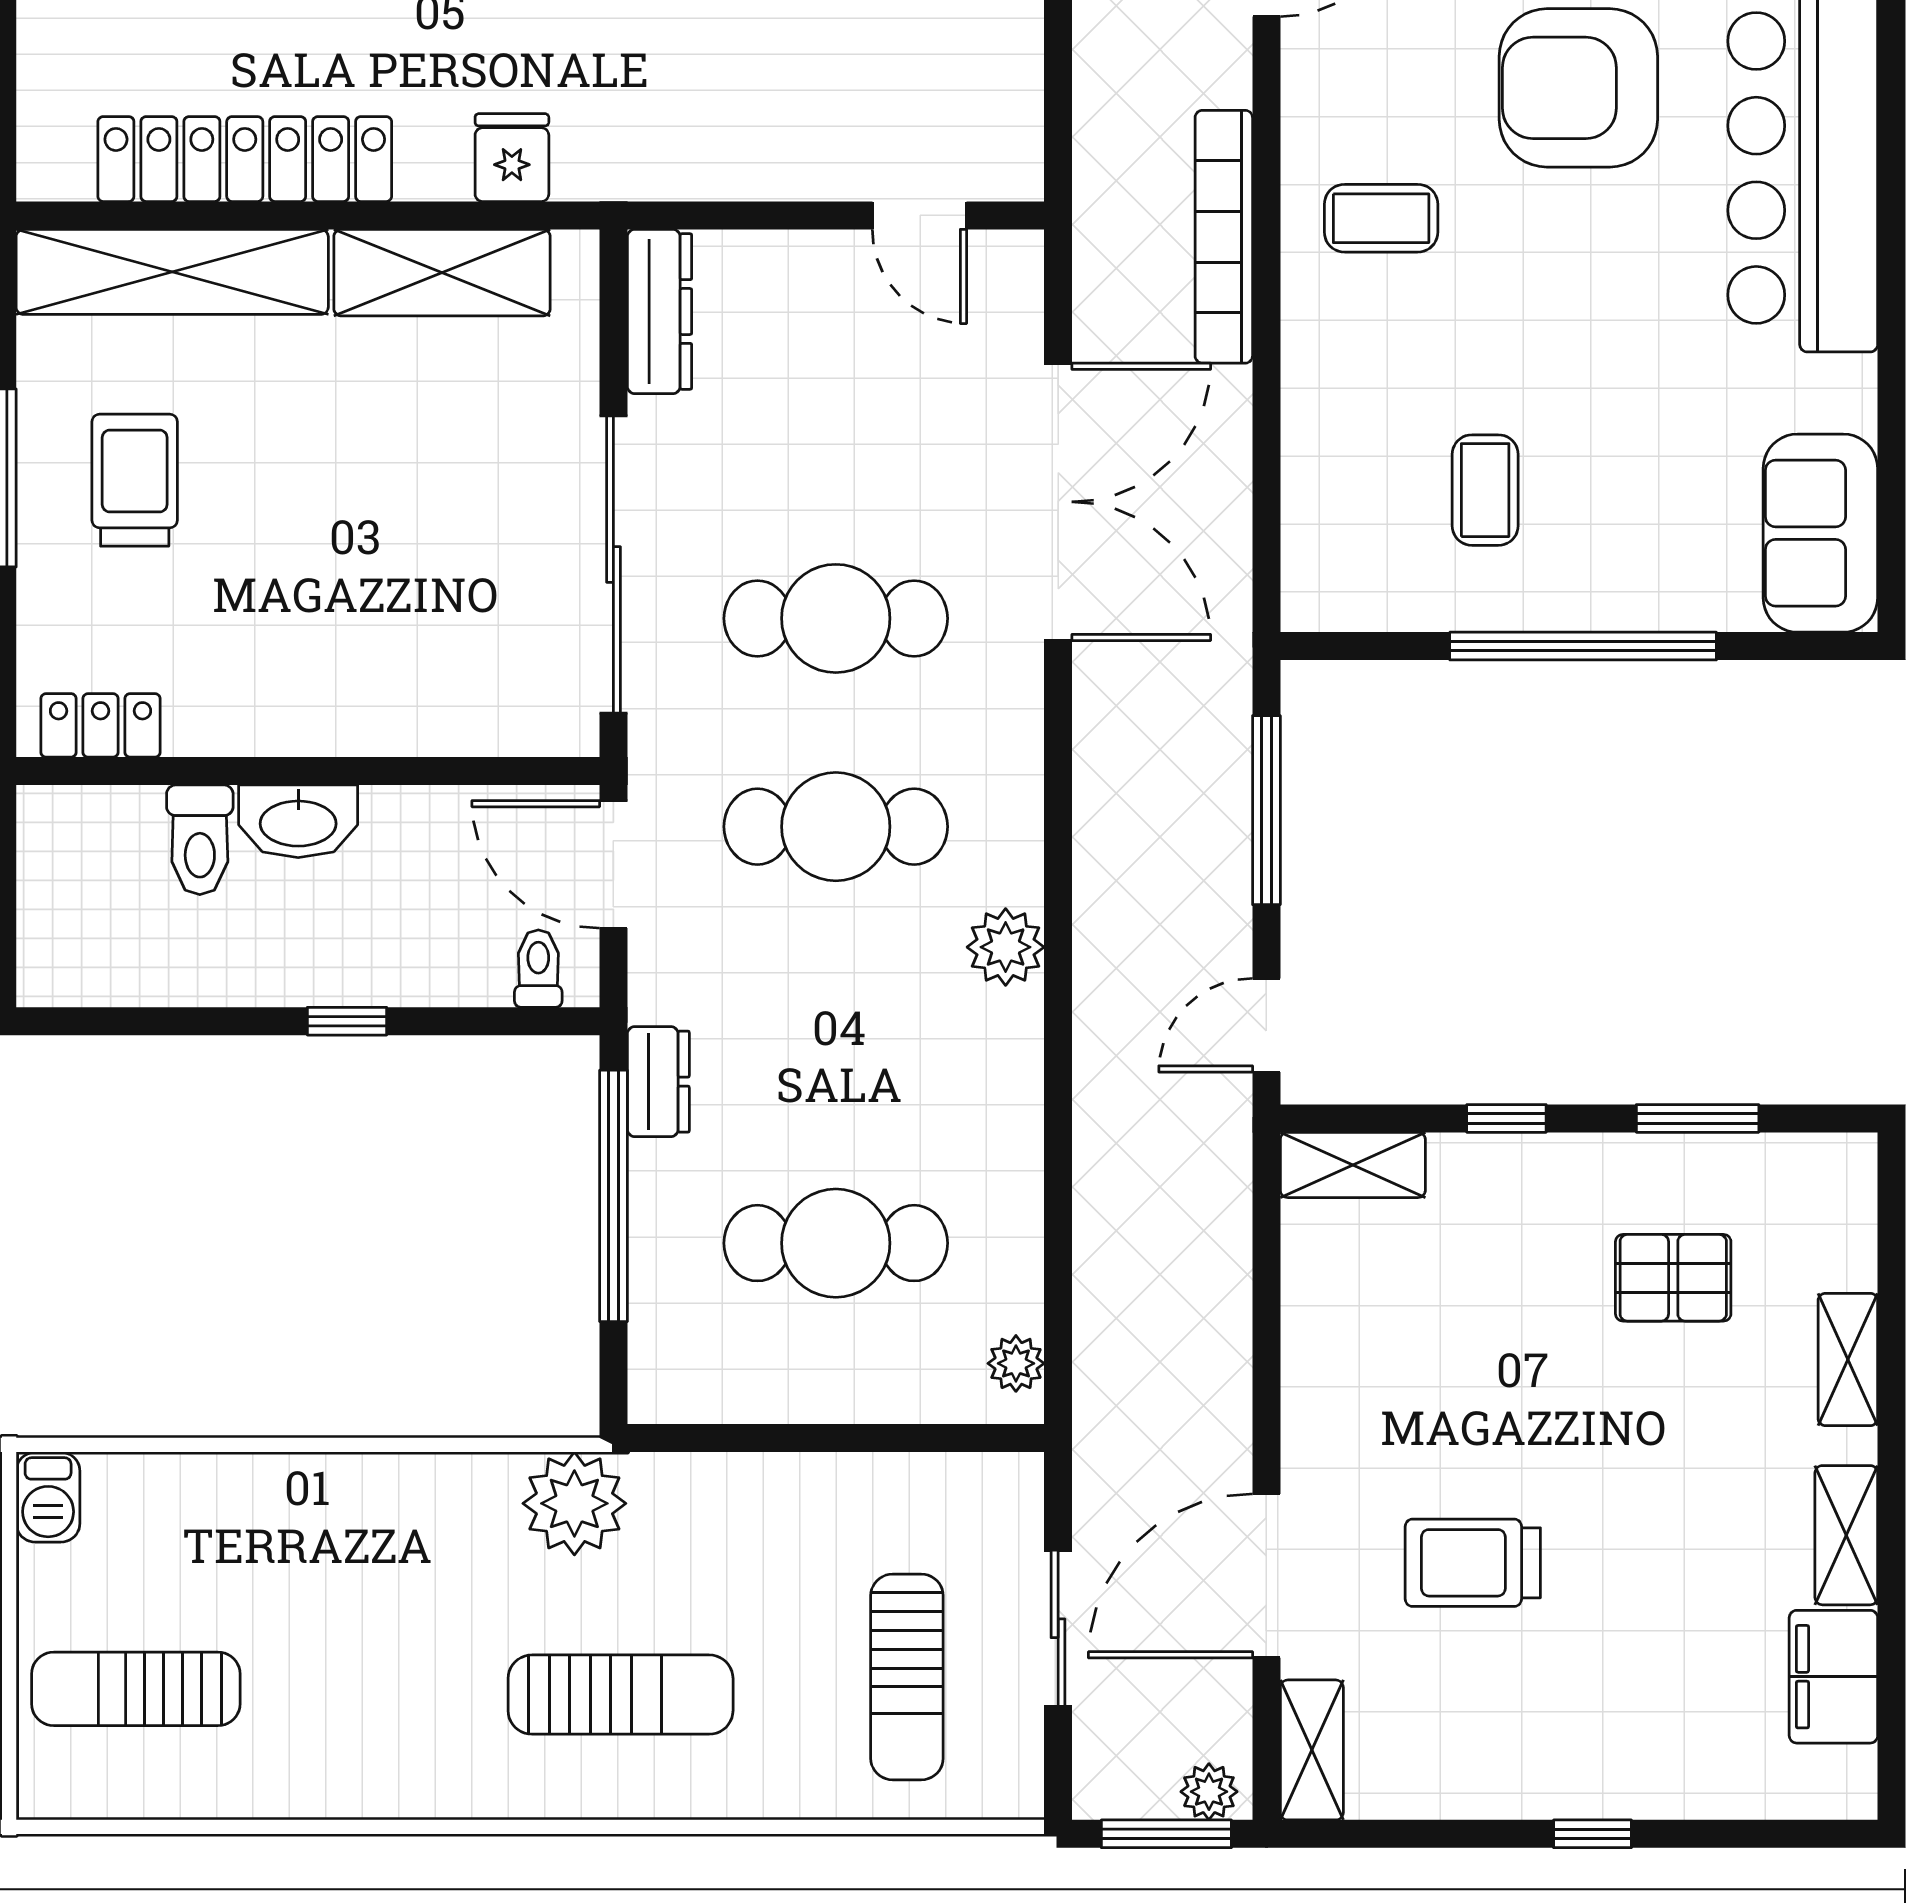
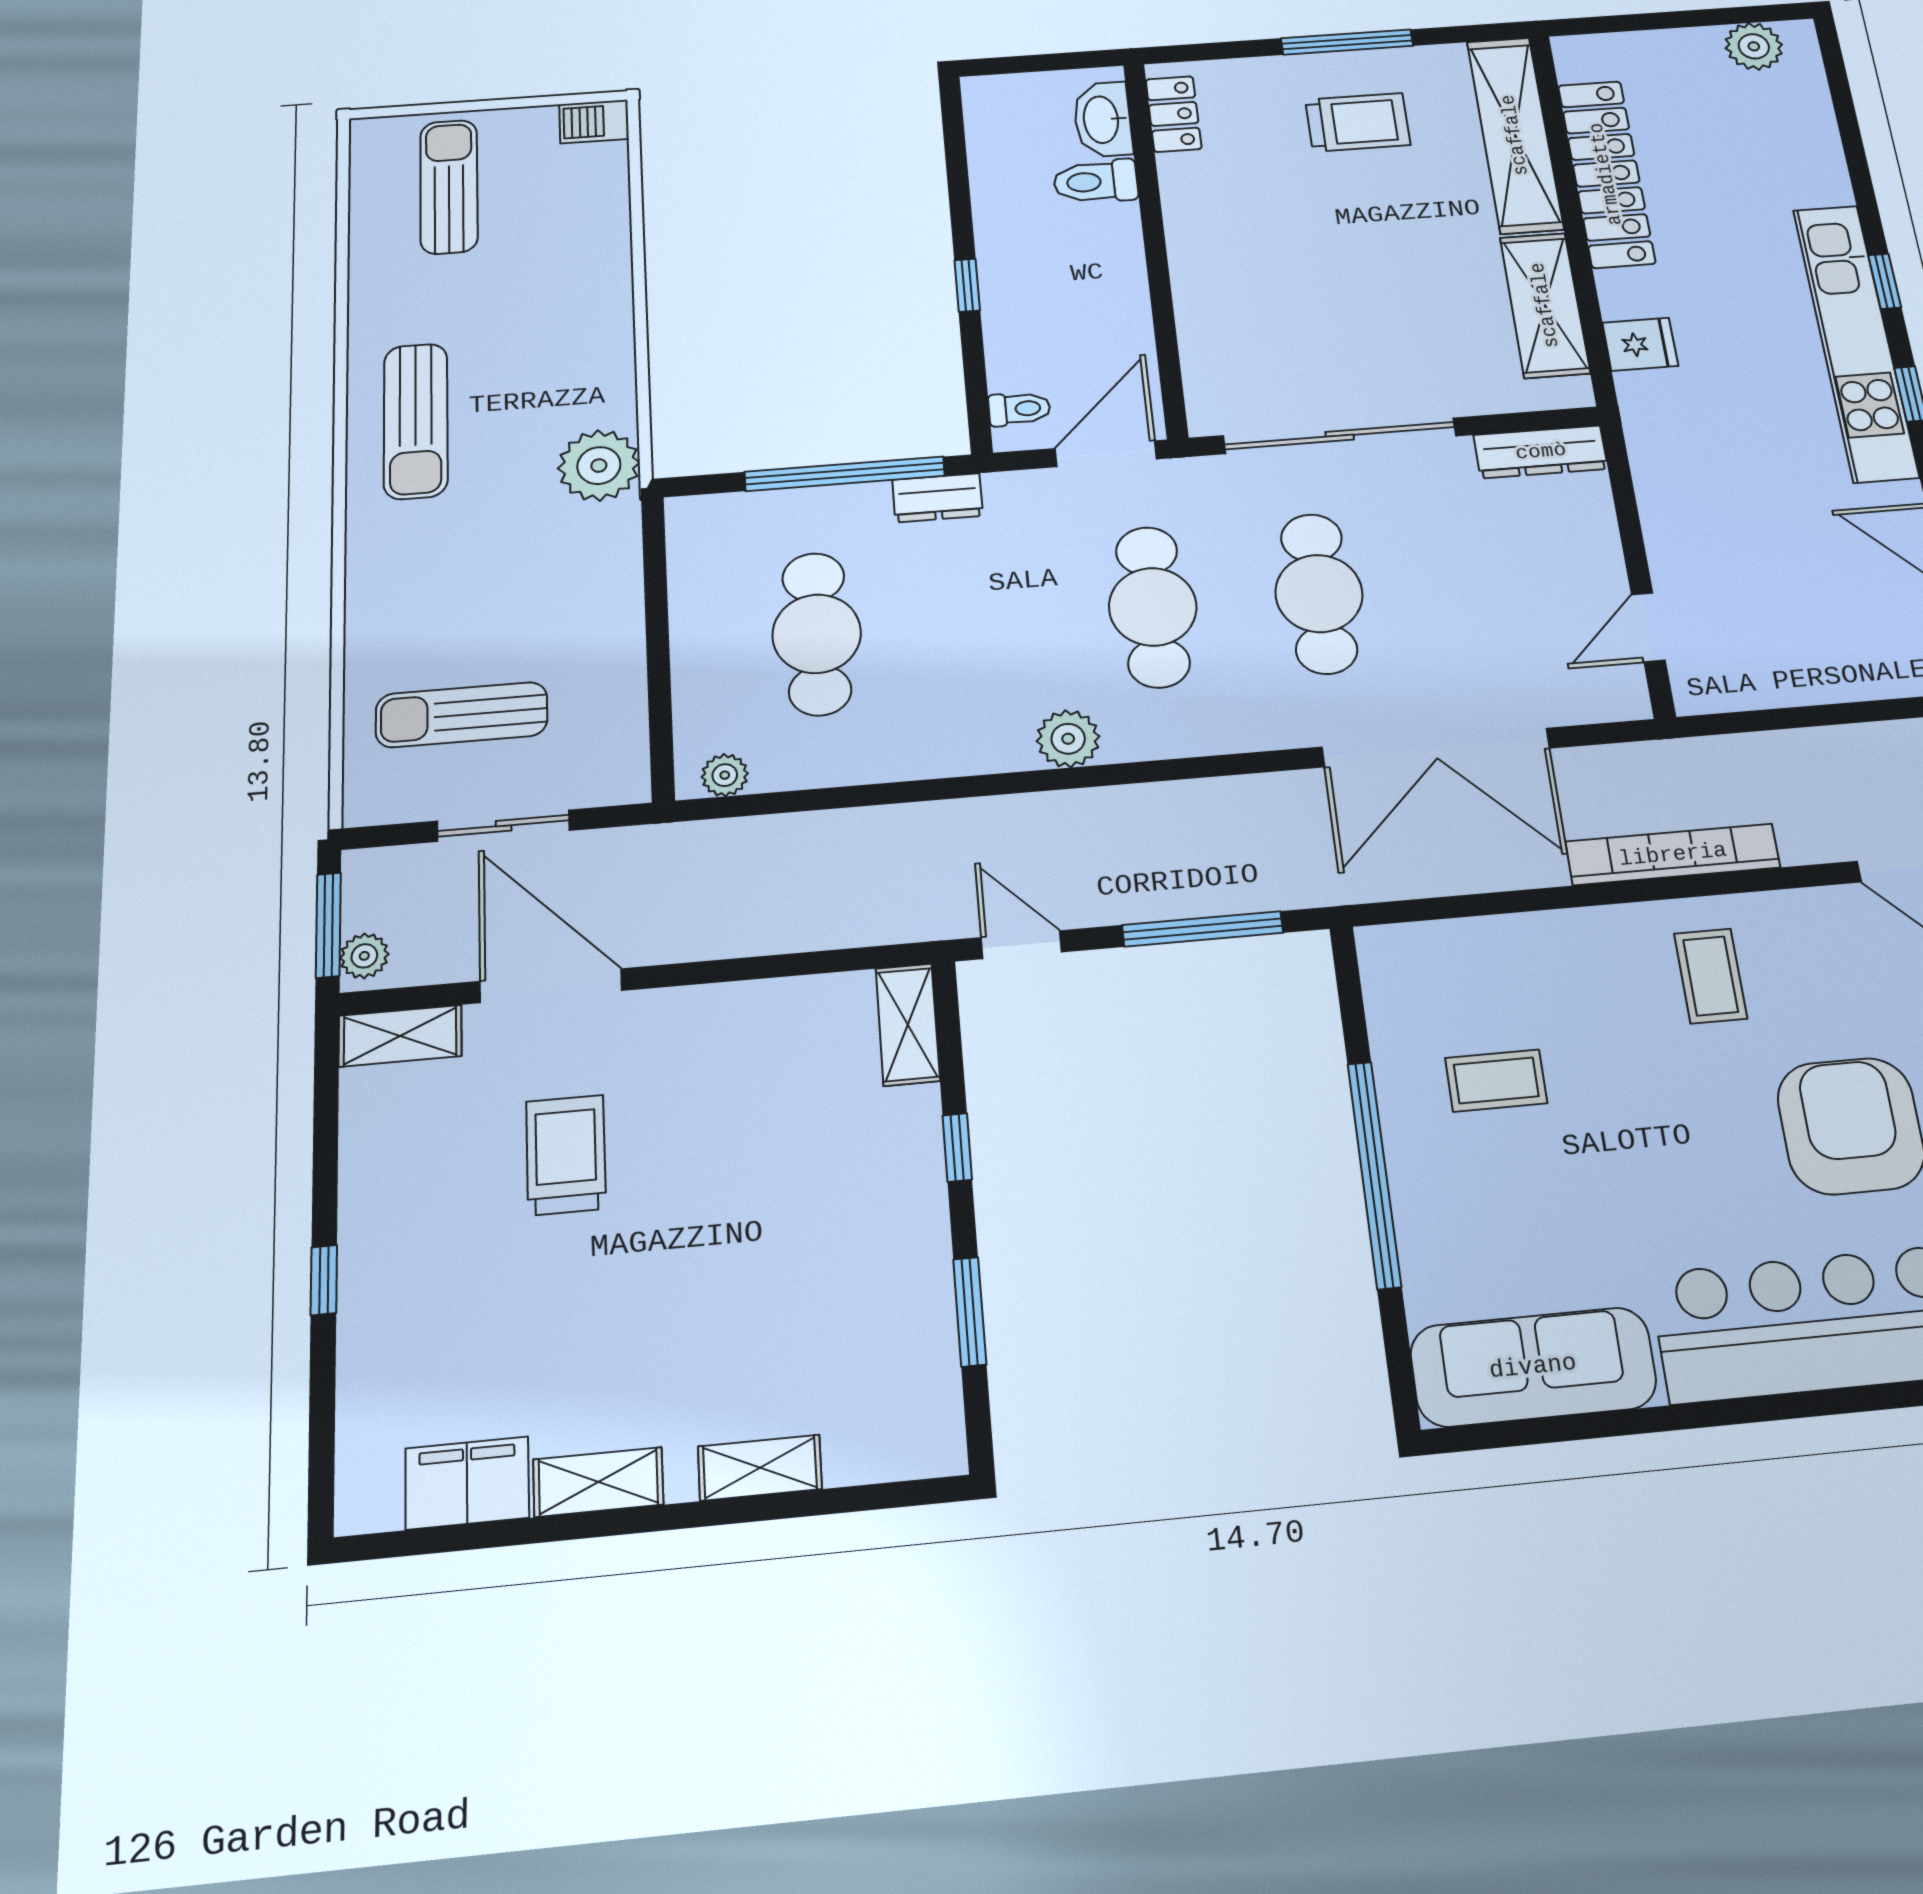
sofa: (1820, 533) -> (1533, 1367), width x1.36
washbasin: (298, 821) -> (1103, 120), moved
pallet: (1673, 1278) -> (826, 1304), removed
sun lounger: (621, 1695) -> (416, 421), moved

